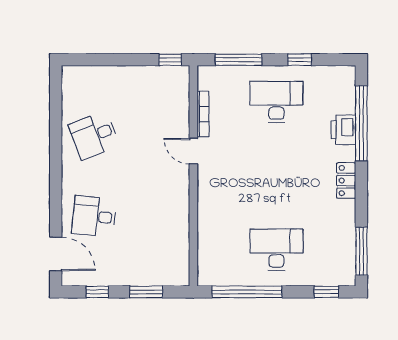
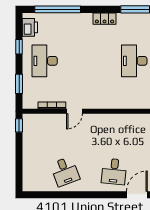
window: (238, 60) -> (19, 84), width x0.69
printer: (343, 130) -> (30, 27), moved, turned -90
locker: (346, 181) -> (105, 19), moved

